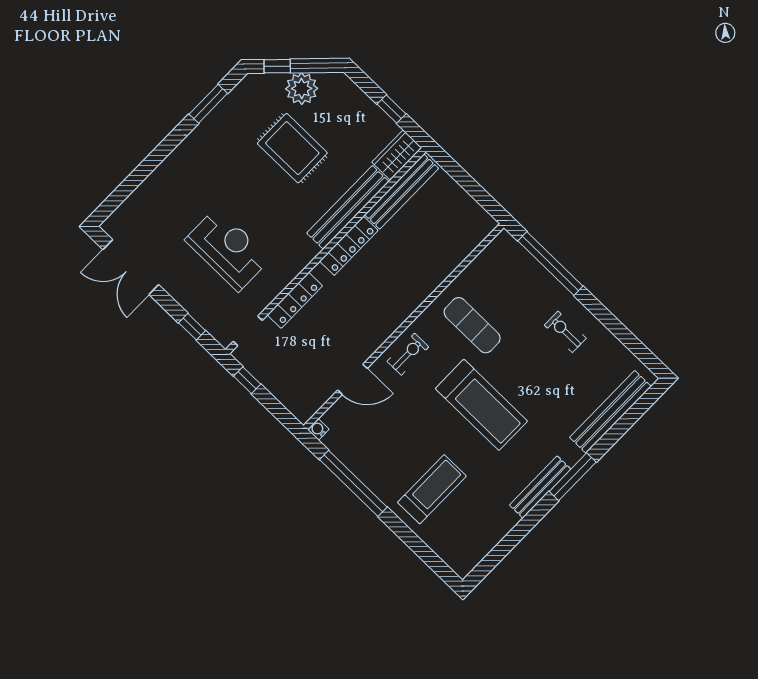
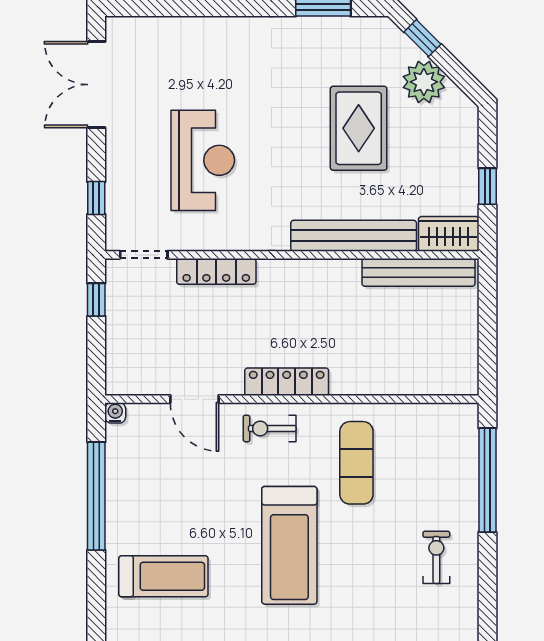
locker: (349, 246) -> (287, 382), moved, turned 180
exercise bike: (408, 354) -> (270, 428), turned 180

